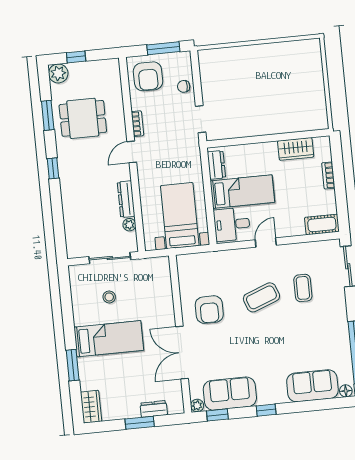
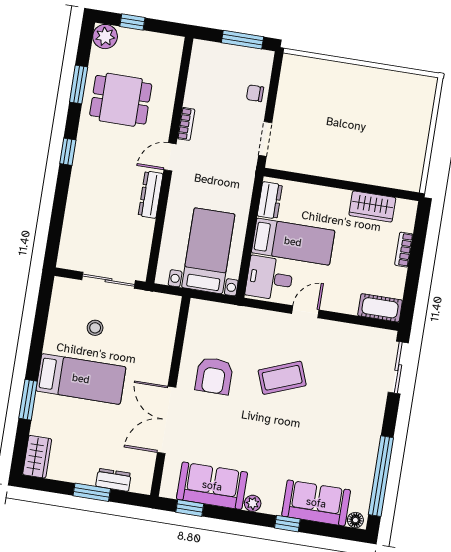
armchair: (148, 76) -> (215, 69), removed
dresser: (126, 199) -> (151, 195), moved
plant: (129, 225) -> (143, 245), removed
coffee table: (303, 288) -> (336, 380), removed
plant: (197, 406) -> (253, 503), moved
window: (266, 410) -> (287, 524), moved

